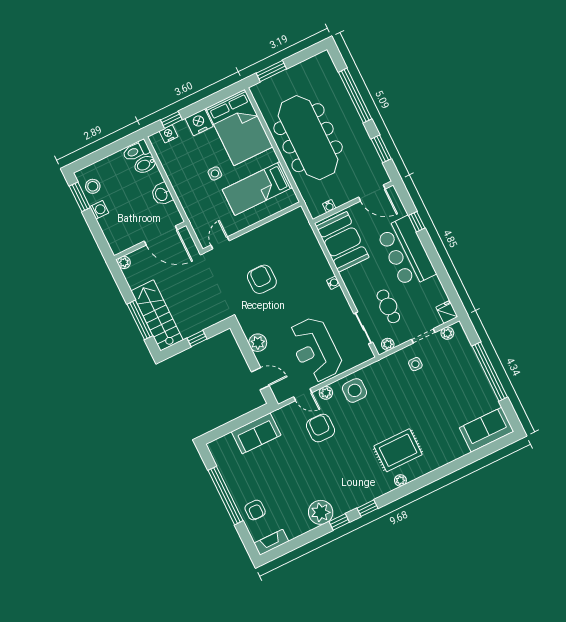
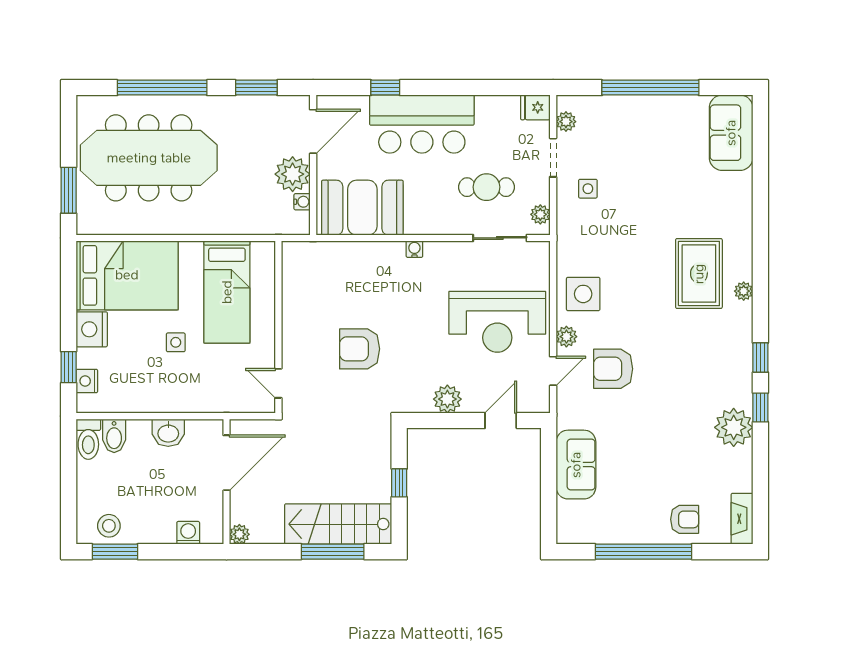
meeting table: (308, 138) -> (149, 158), moved
plant: (342, 193) -> (293, 174), added
washing machine: (99, 210) -> (188, 533), moved

